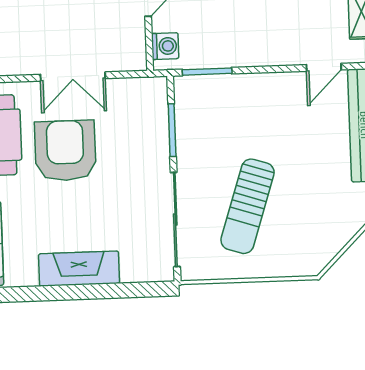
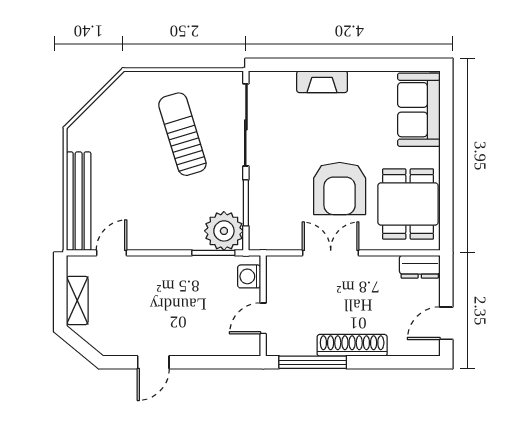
plant: (196, 97) -> (224, 231), added
sun lounger: (248, 206) -> (182, 134), turned -35
fireplace: (79, 269) -> (322, 82), width x0.73, depth x0.76

